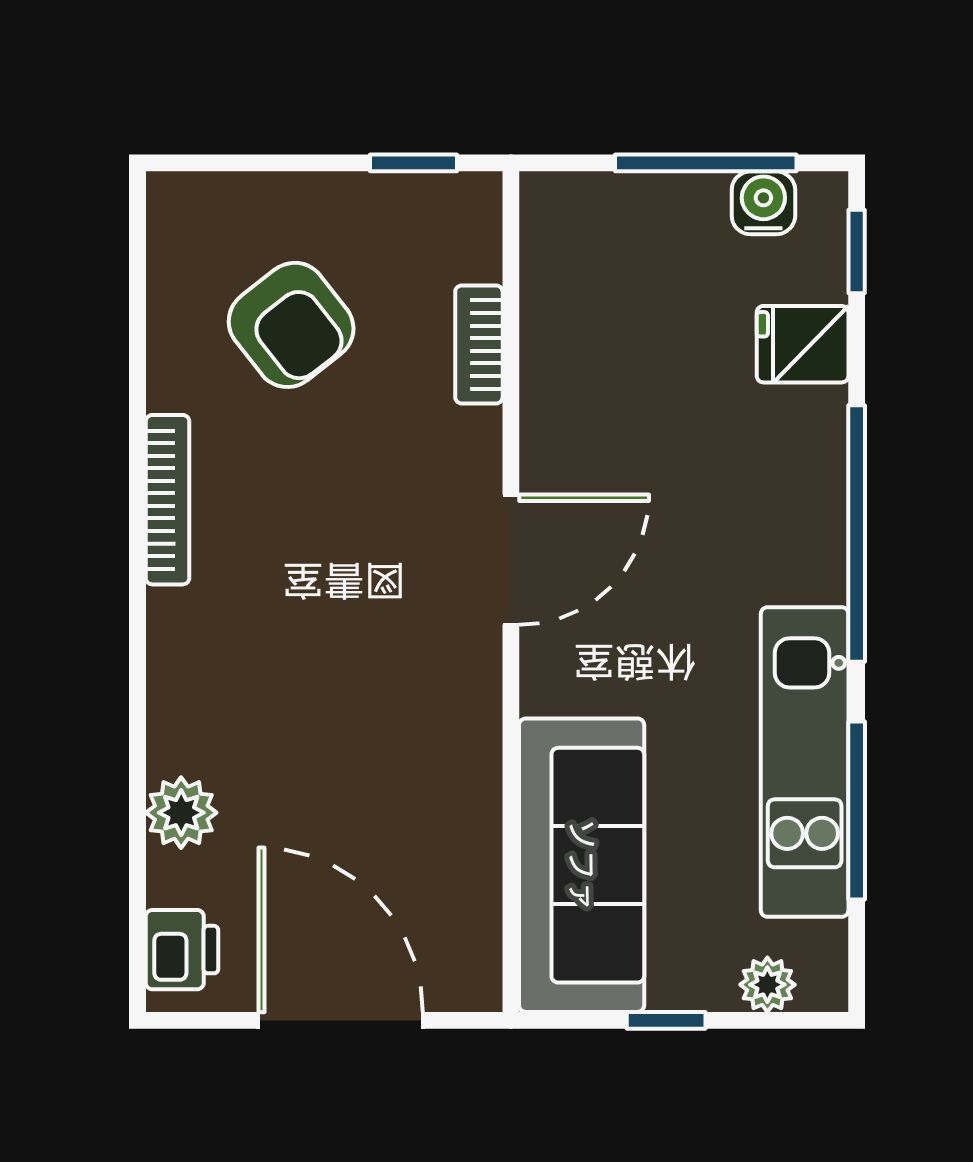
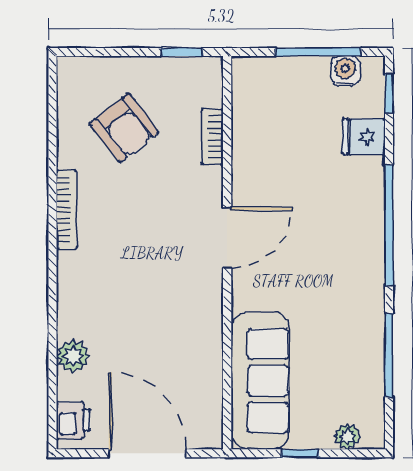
kitchen unit: (805, 762) -> (365, 332), removed

